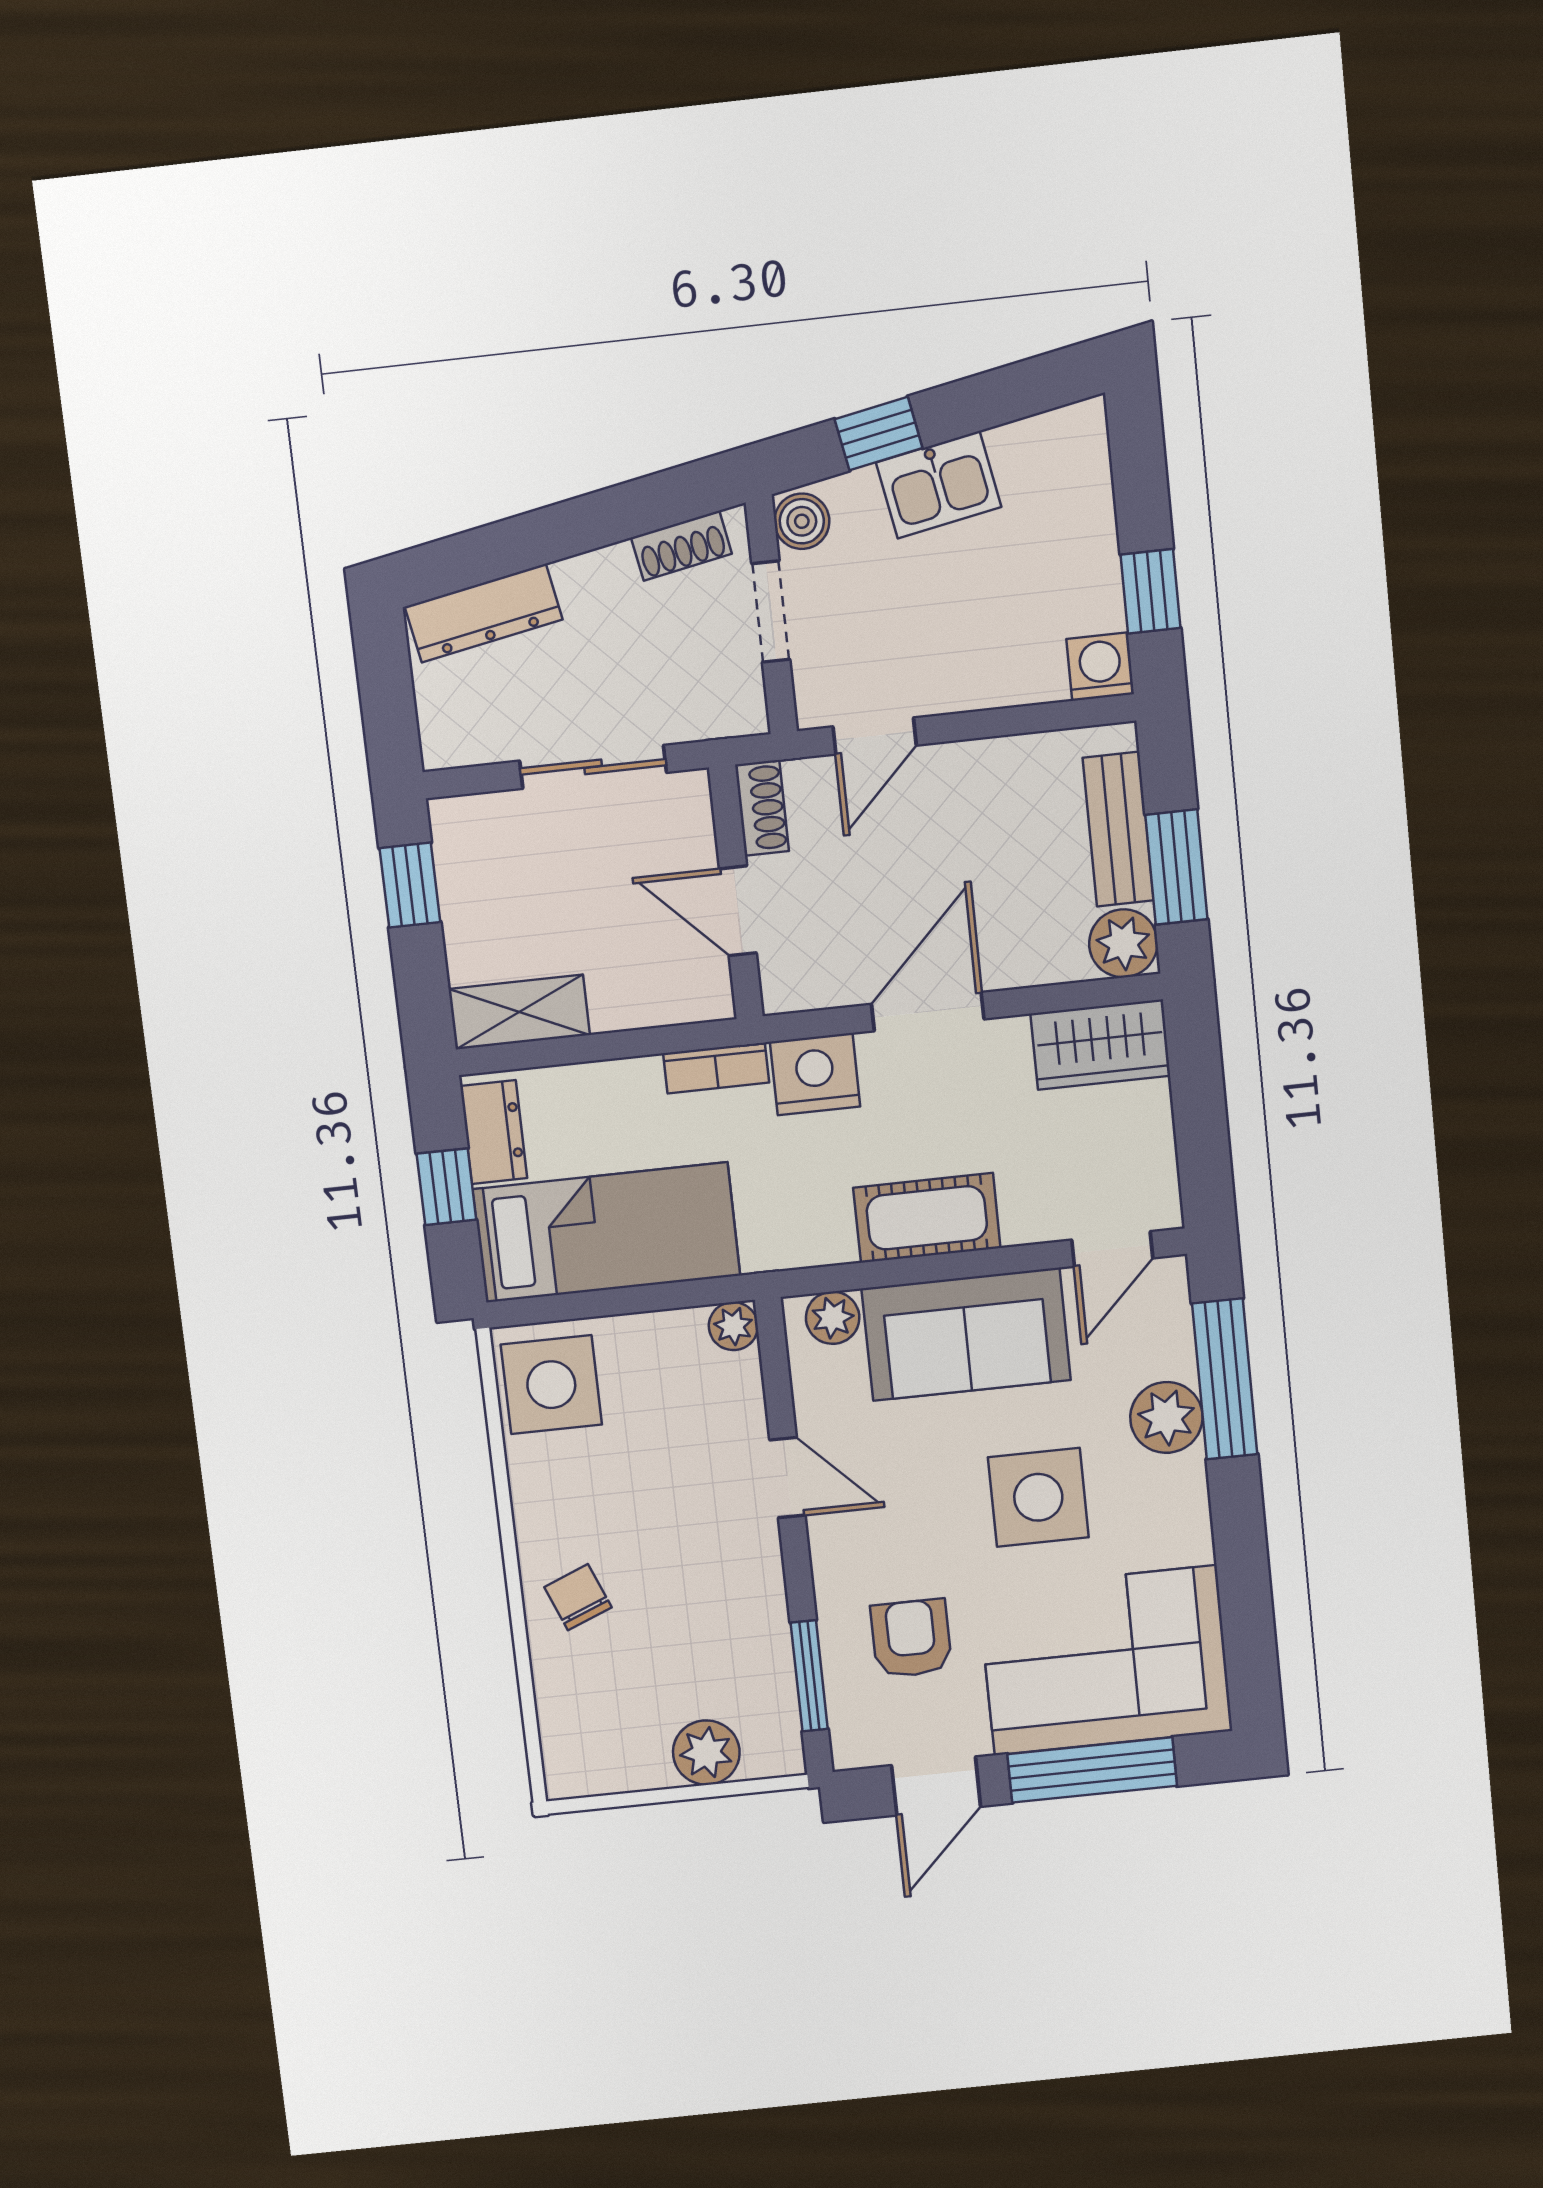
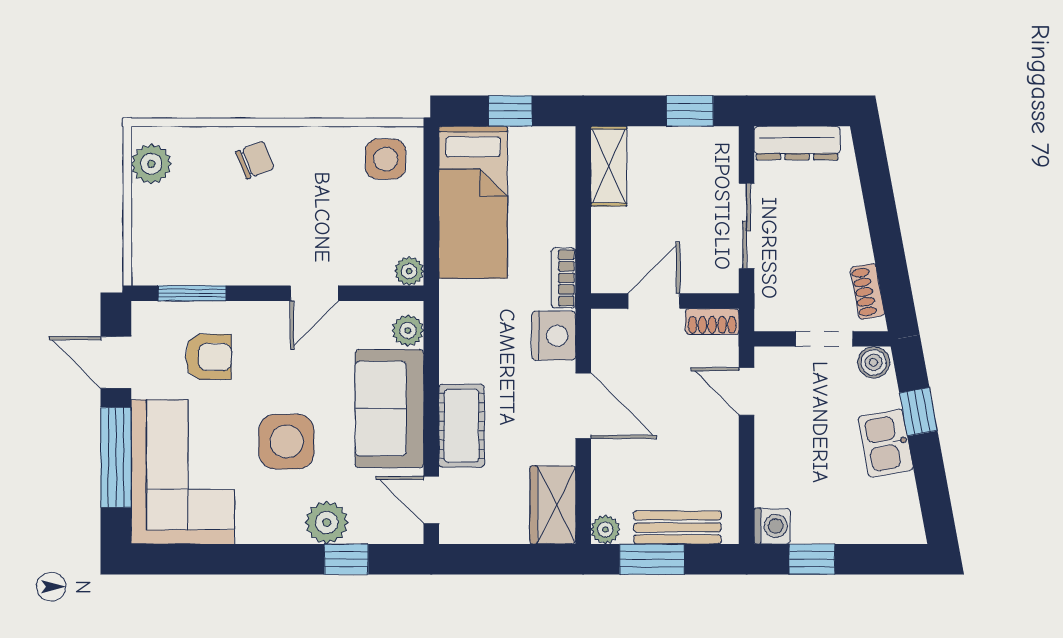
dresser: (484, 613) -> (797, 143), moved, turned -80
plant: (1123, 943) -> (605, 529), width x0.73, depth x0.73
dresser: (494, 1132) -> (540, 143), removed
cot: (927, 1218) -> (461, 426), moved
window: (1225, 1379) -> (346, 559), width x0.46
side table: (551, 1385) -> (386, 159), width x0.73, depth x0.73
plant: (706, 1753) -> (151, 164), moved

